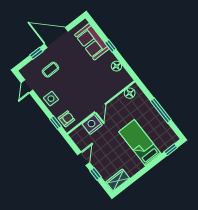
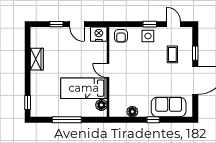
window: (55, 123) -> (150, 24), moved
nightstand: (92, 124) -> (99, 34), moved, turned -90
bed: (140, 143) -> (84, 88), moved, turned 180
wardrobe: (118, 180) -> (37, 59), moved

